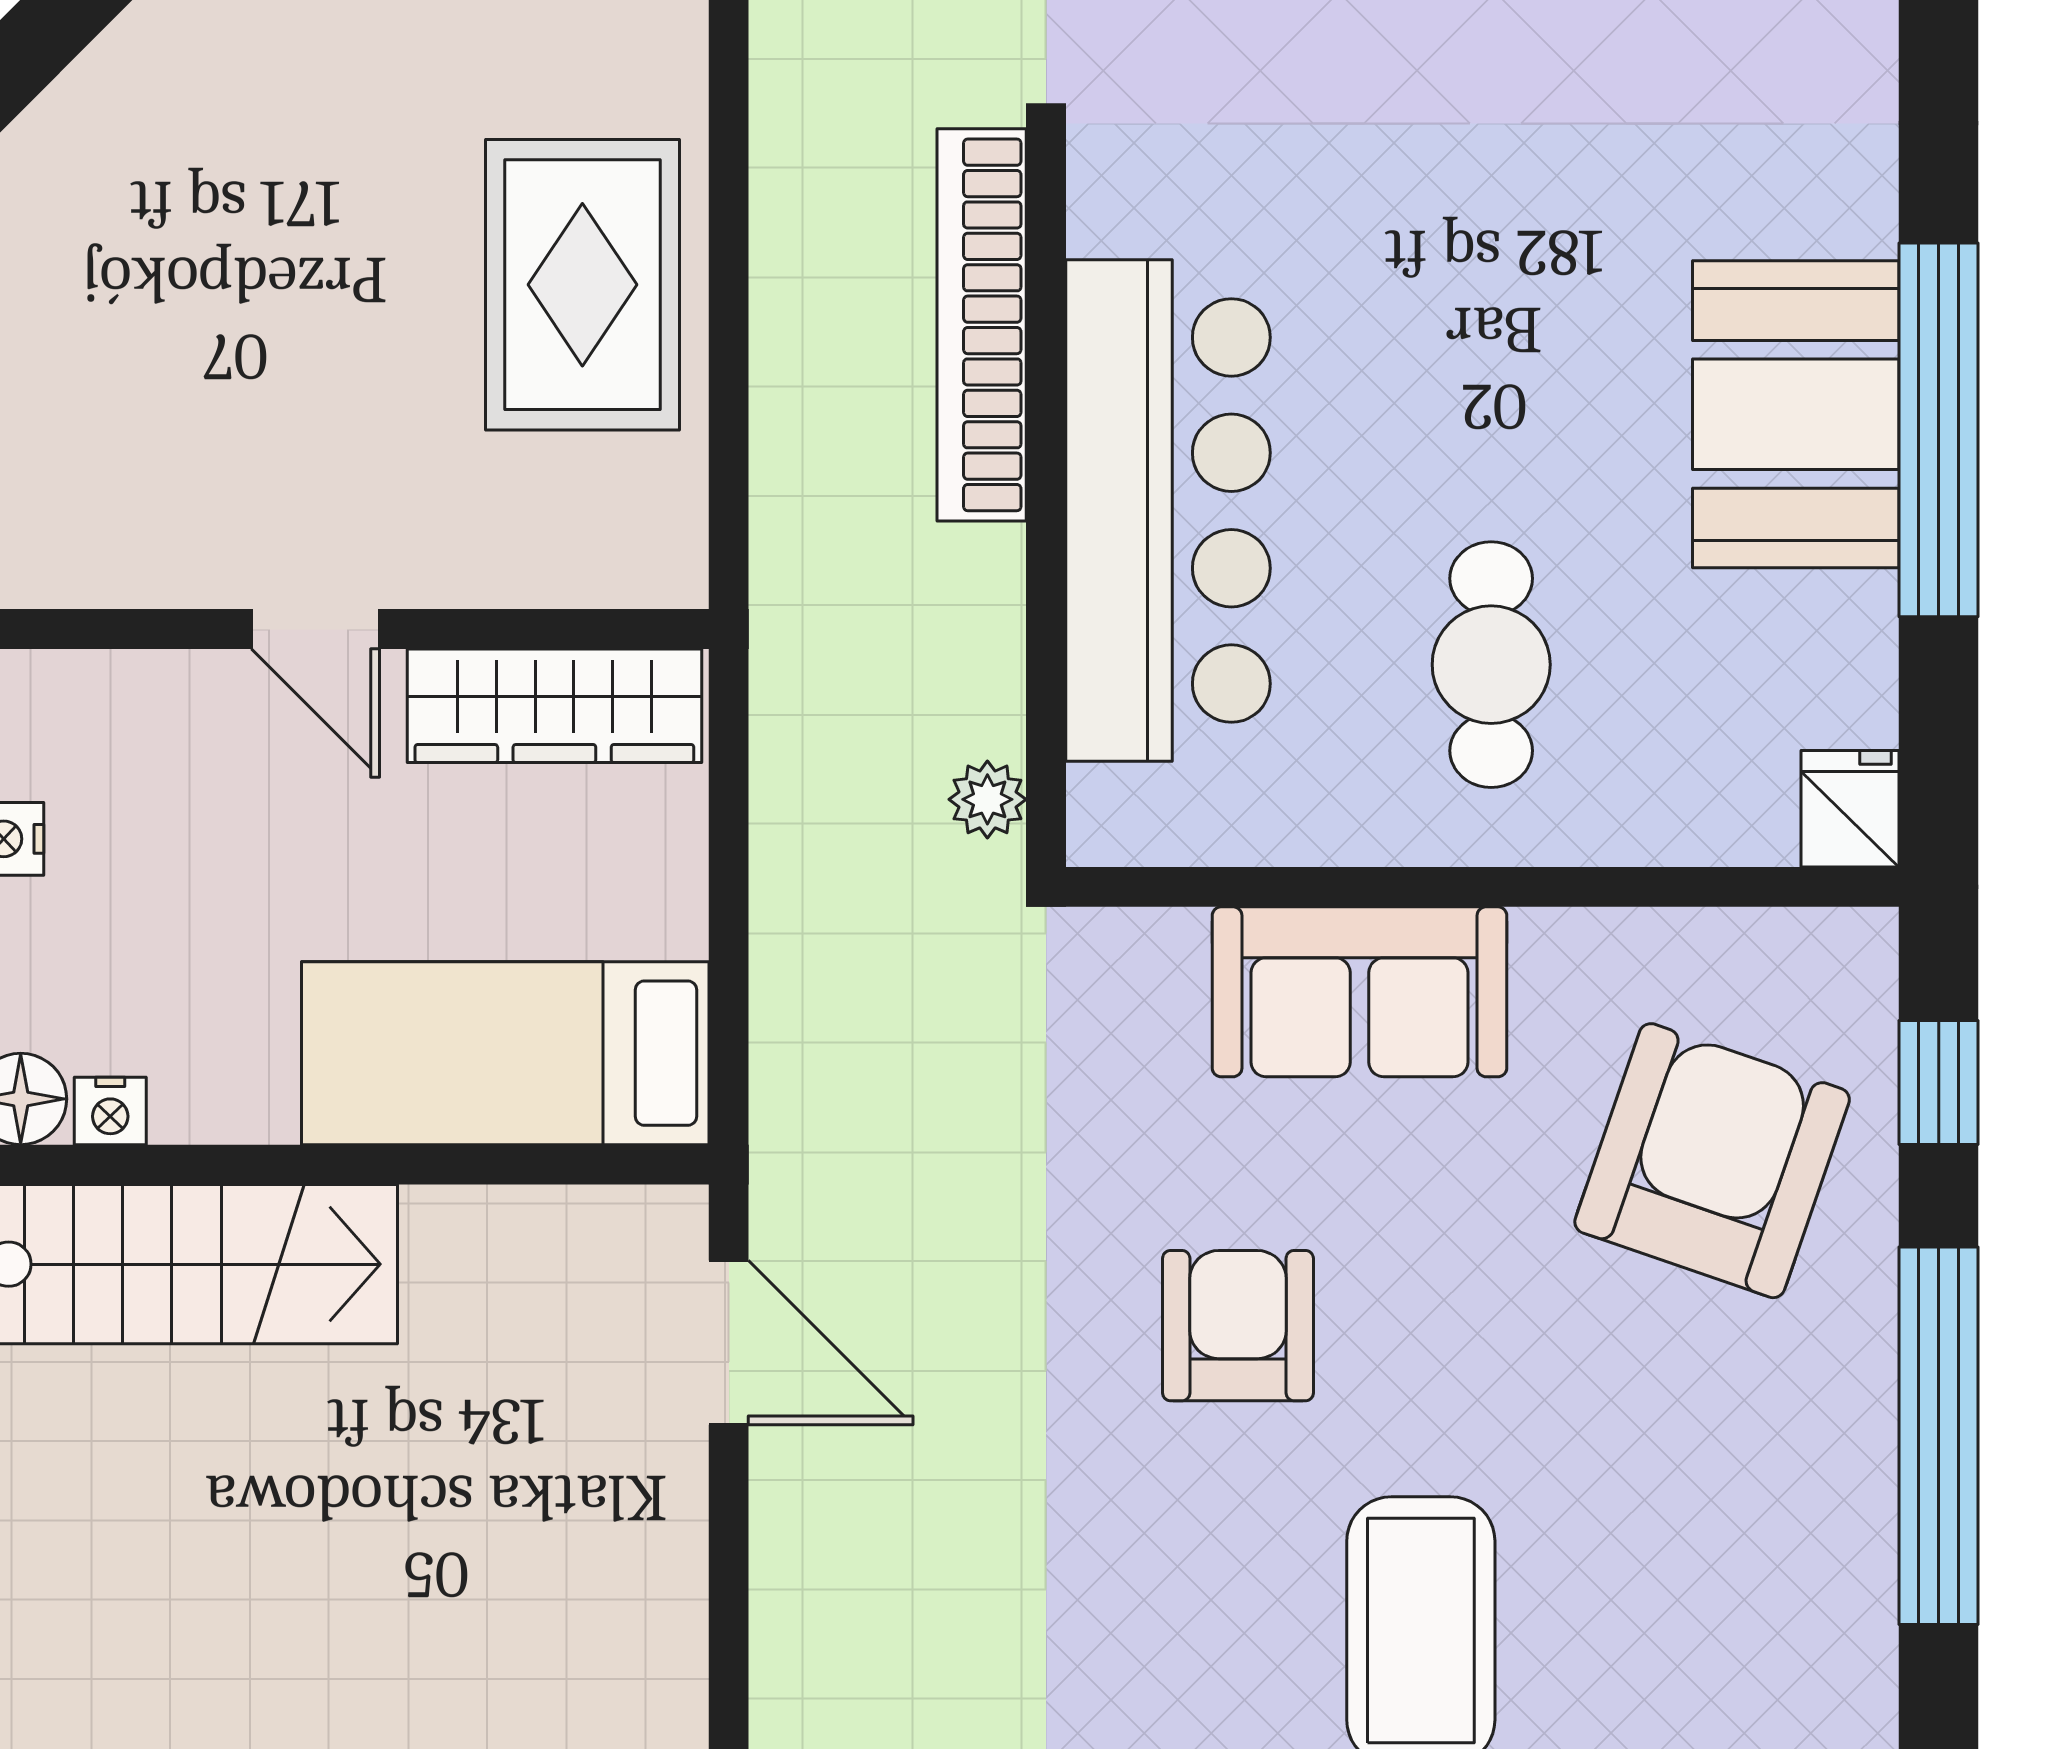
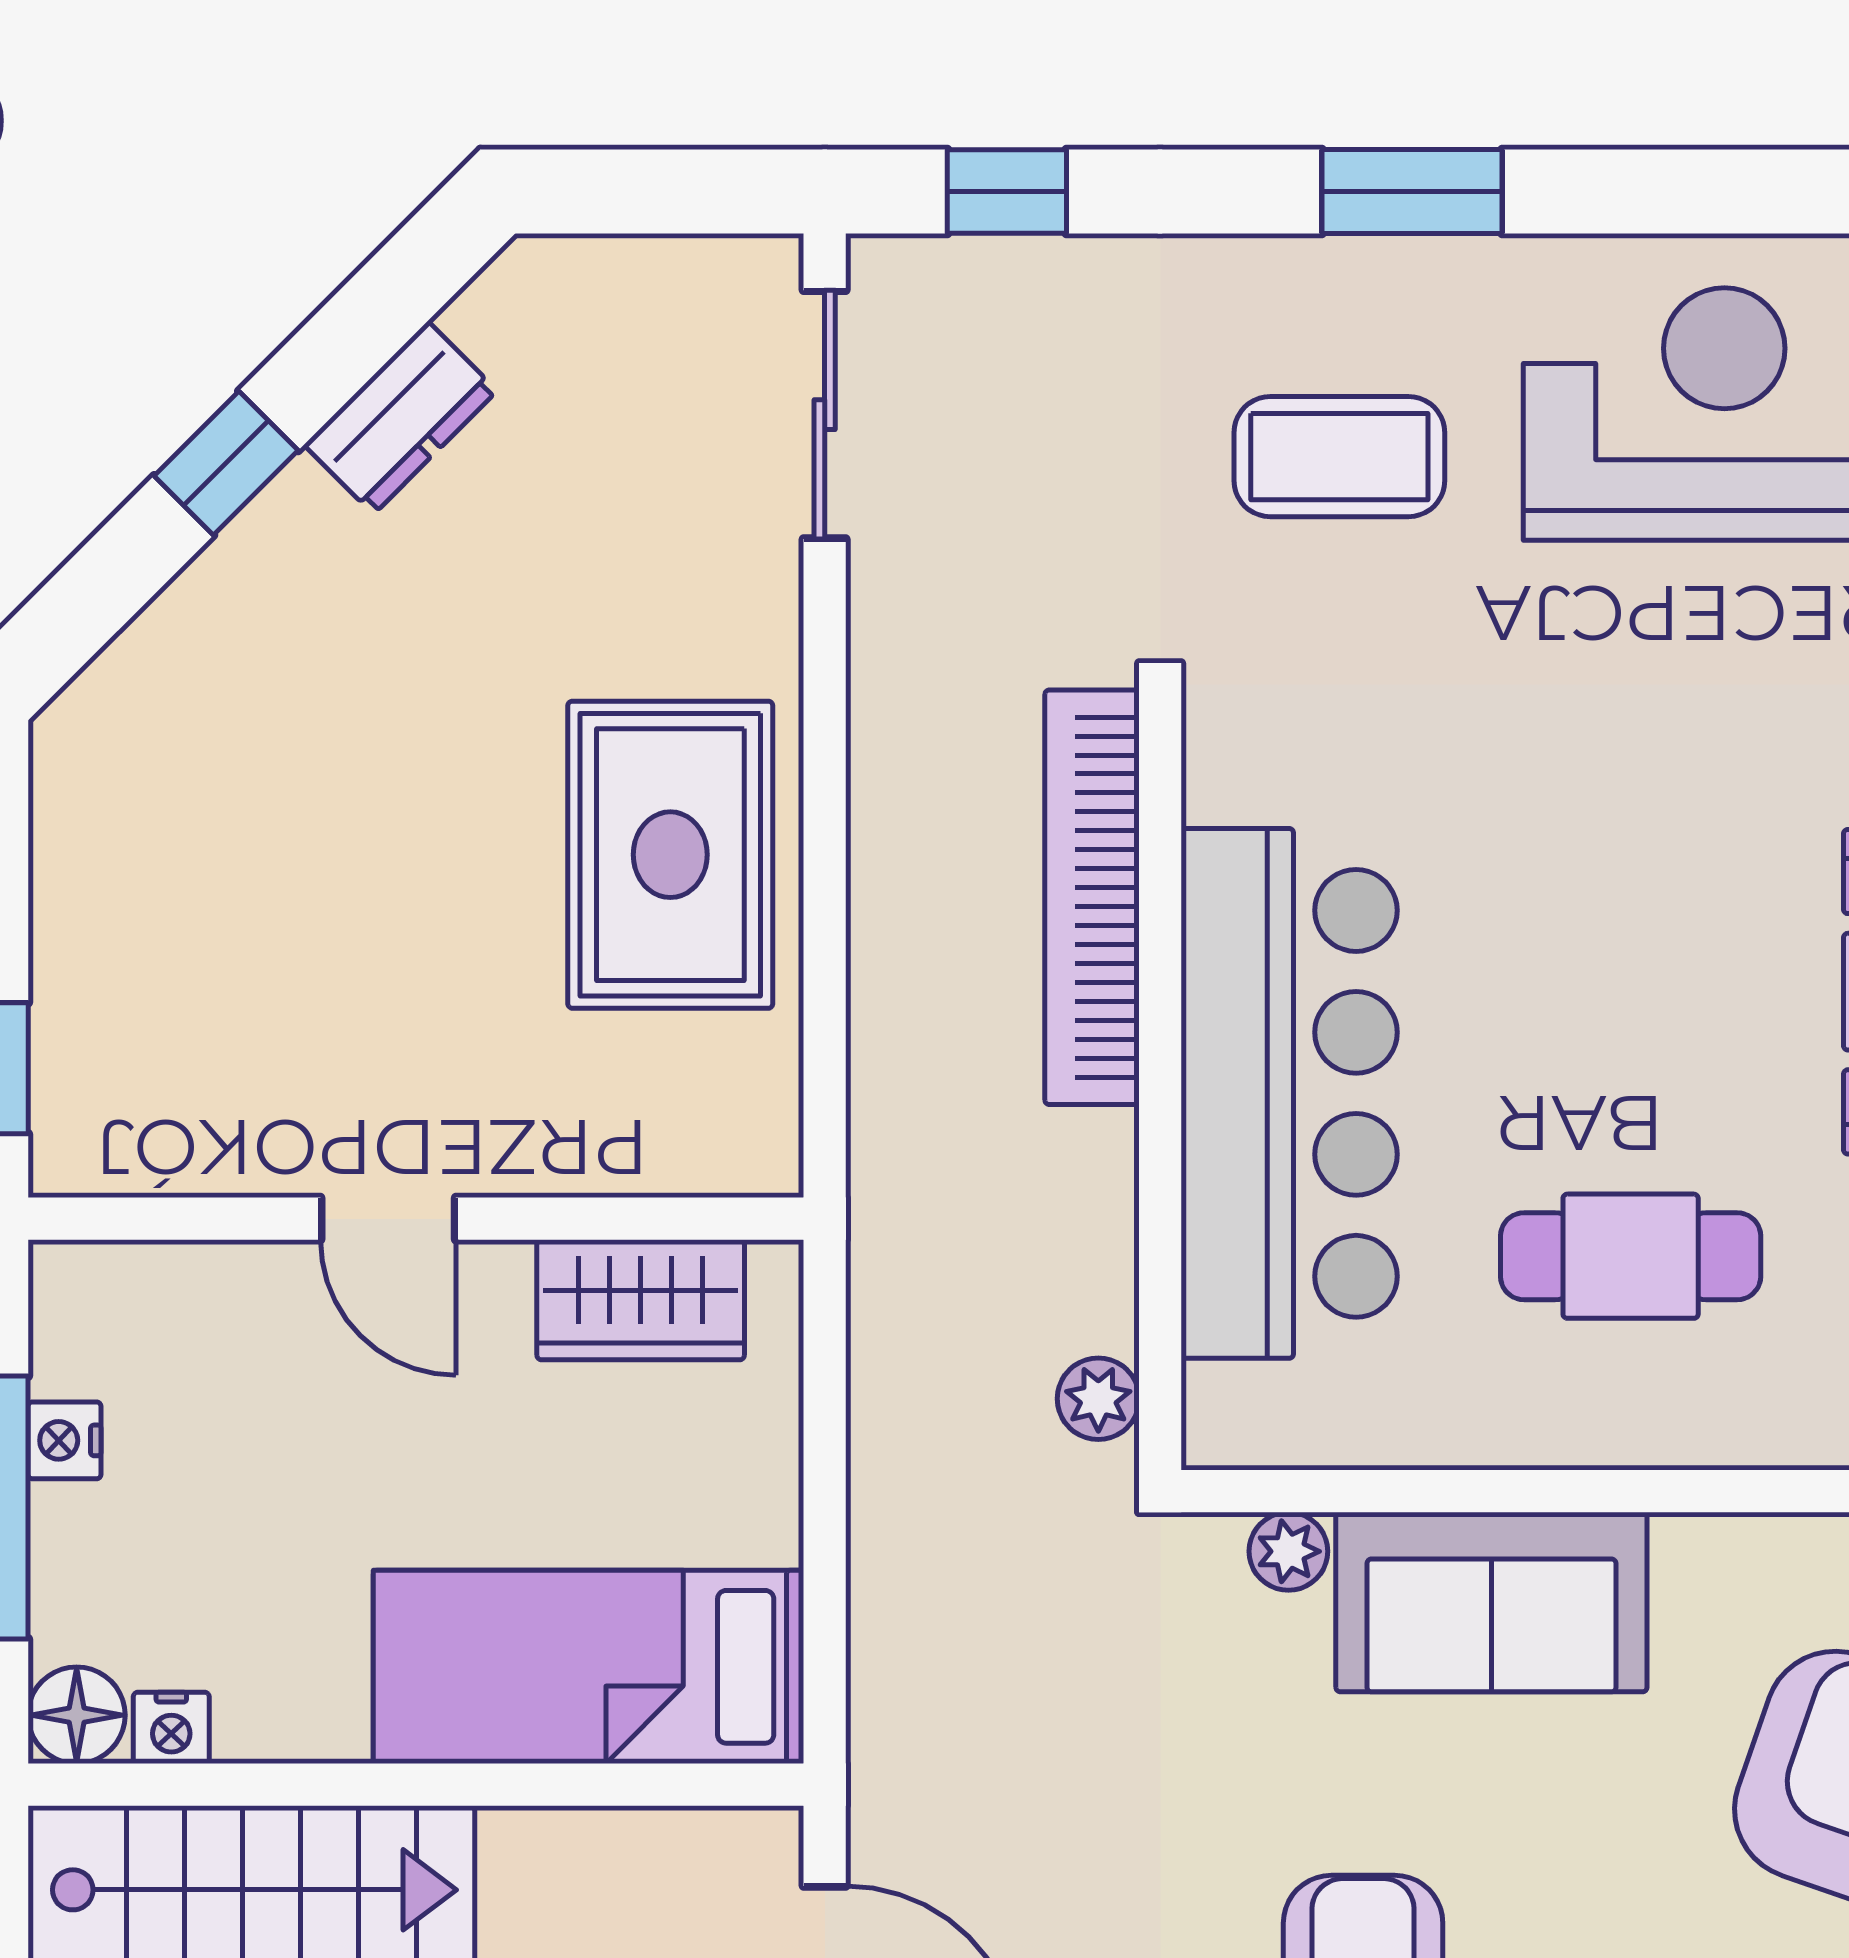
cafe table: (1491, 665) -> (1631, 1256), turned 90
wardrobe: (554, 706) -> (641, 1300), width x0.67
plant: (1167, 944) -> (1288, 1551), added

